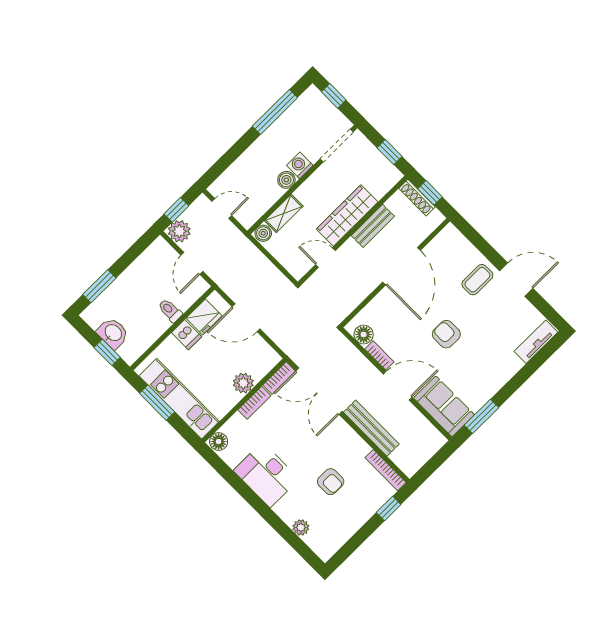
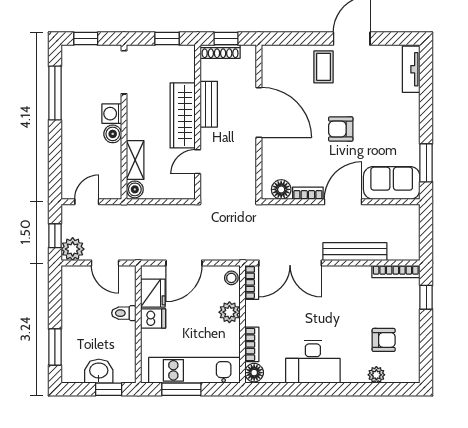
stool: (268, 361) -> (231, 278), added
bookcase: (254, 403) -> (252, 344), moved
armchair: (331, 482) -> (384, 340), moved

